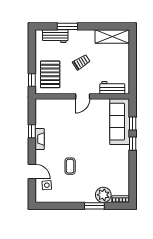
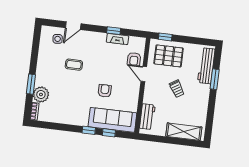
workbench: (55, 36) -> (206, 66), width x1.38
shelving: (112, 36) -> (184, 132), moved, turned 90
door: (83, 96) -> (144, 74), moved
armchair: (57, 108) -> (134, 59), added
armchair: (92, 133) -> (105, 91), added
fireplace: (40, 139) -> (117, 39), moved

